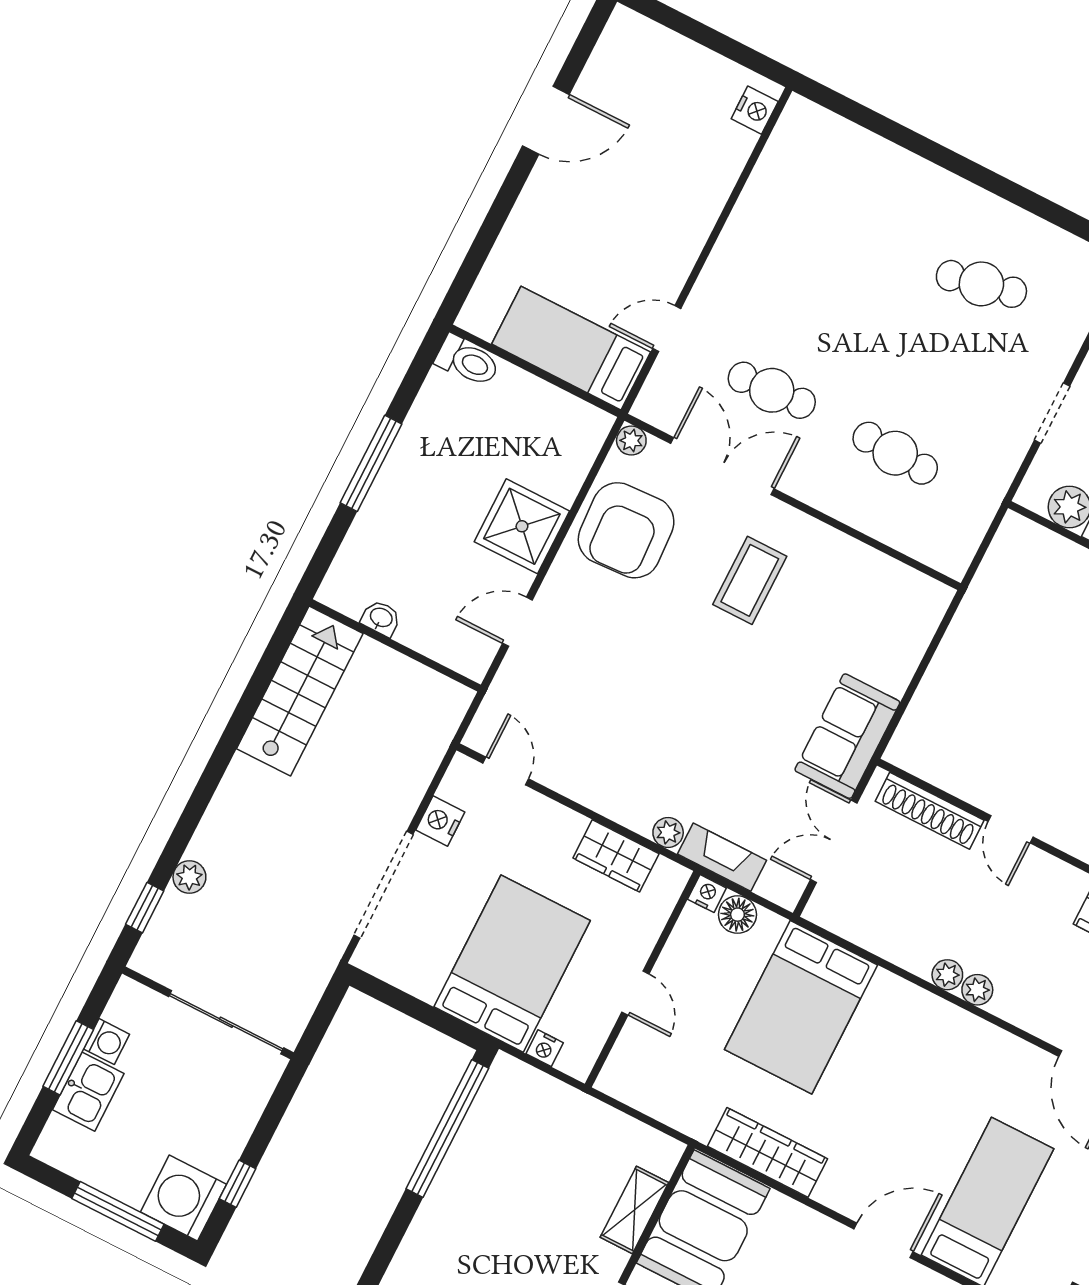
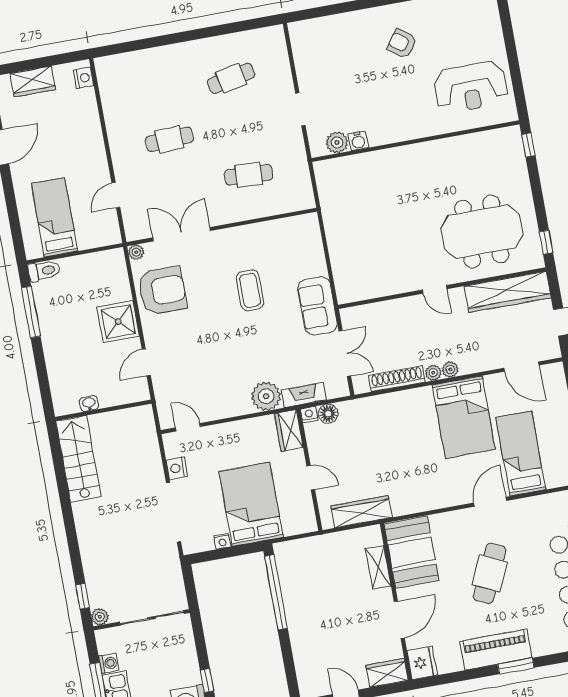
wardrobe: (672, 56) -> (33, 81), added
bed: (571, 348) -> (54, 217), moved, turned 90
cafe table: (772, 390) -> (169, 139), moved
window: (371, 463) -> (31, 312), moved
armchair: (626, 530) -> (162, 291), turned -87
coffee table: (750, 580) -> (250, 290), moved
shoe rack: (930, 811) -> (397, 379), moved, turned 180
door: (1011, 829) -> (435, 289), moved
plant: (668, 833) -> (266, 396), width x1.88, depth x1.88
double door: (834, 841) -> (345, 354), swing flipped
wardrobe: (616, 856) -> (289, 431), moved, turned 90
plant: (189, 877) -> (100, 617), moved
bed: (801, 1007) -> (464, 417), moved
nightstand: (545, 1048) -> (222, 541), moved
wardrobe: (768, 1152) -> (361, 512), moved

